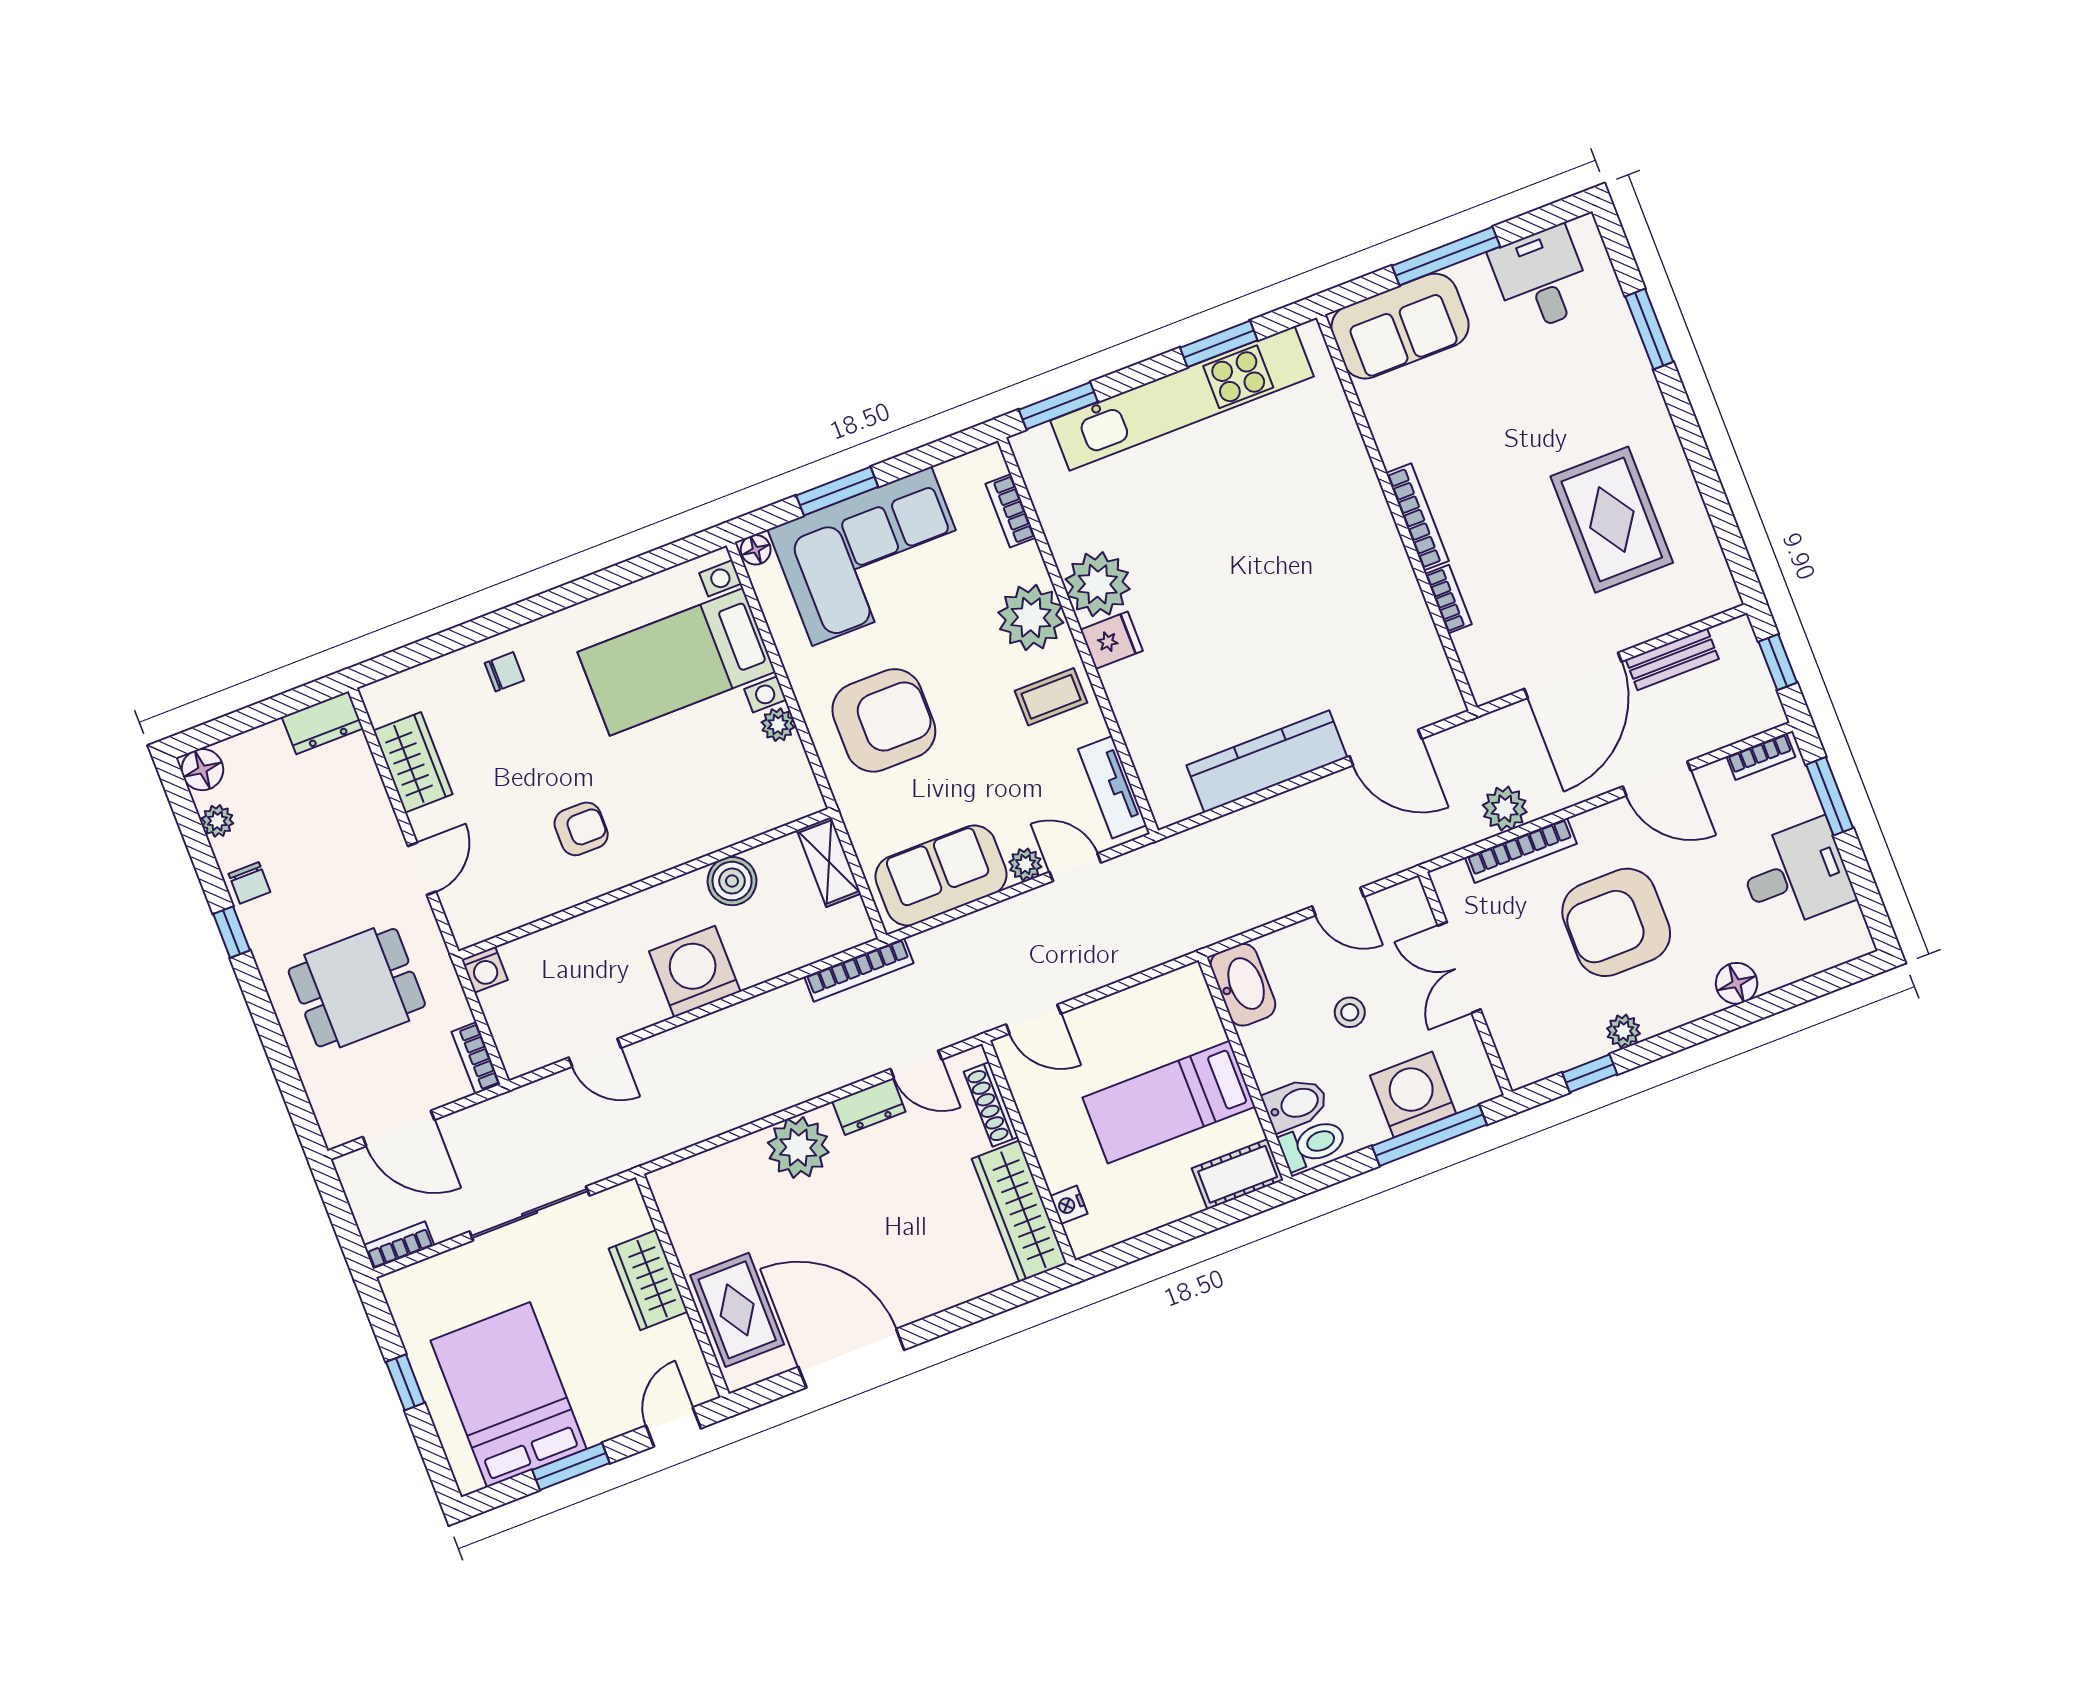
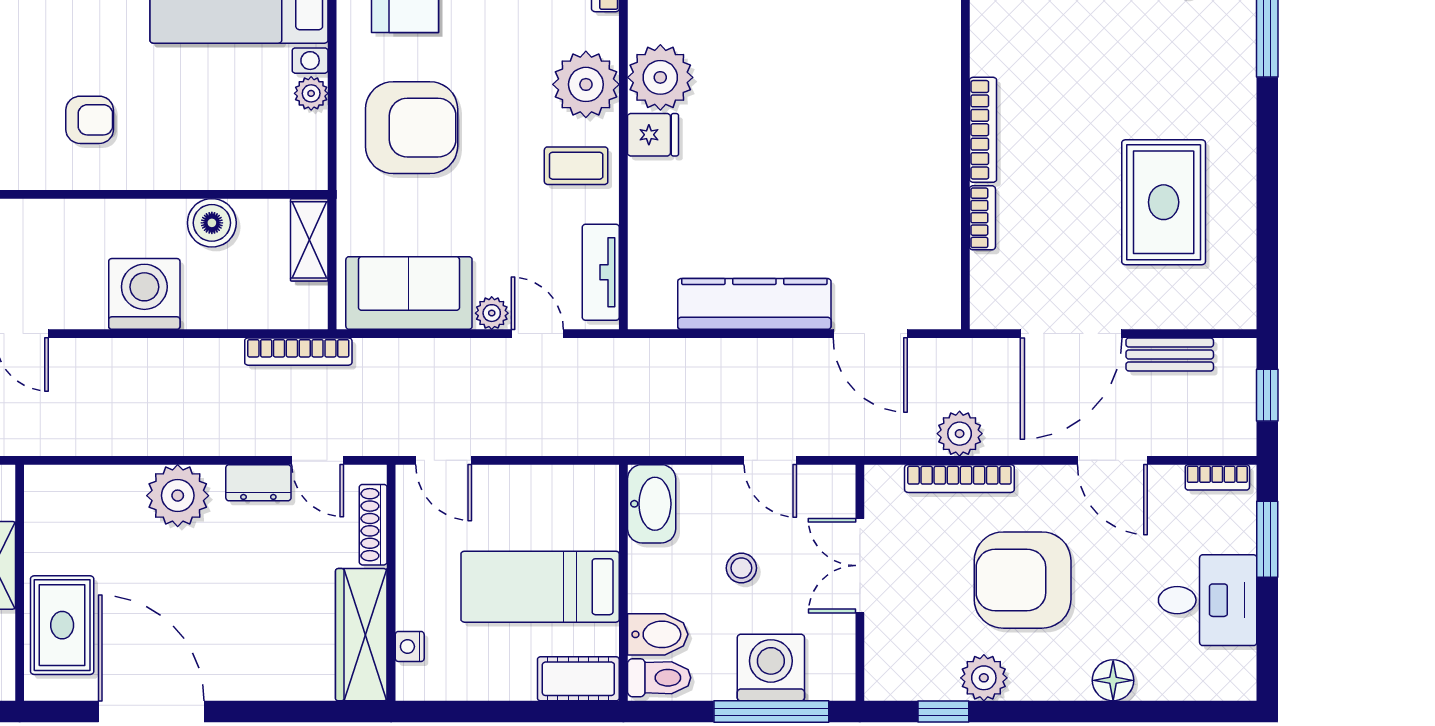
plant: (1623, 1031) -> (984, 678), width x1.38, depth x1.38

